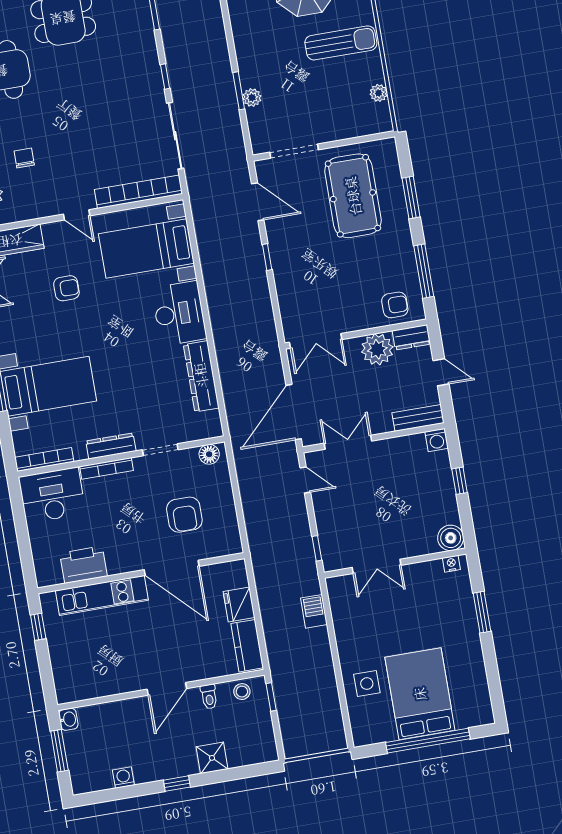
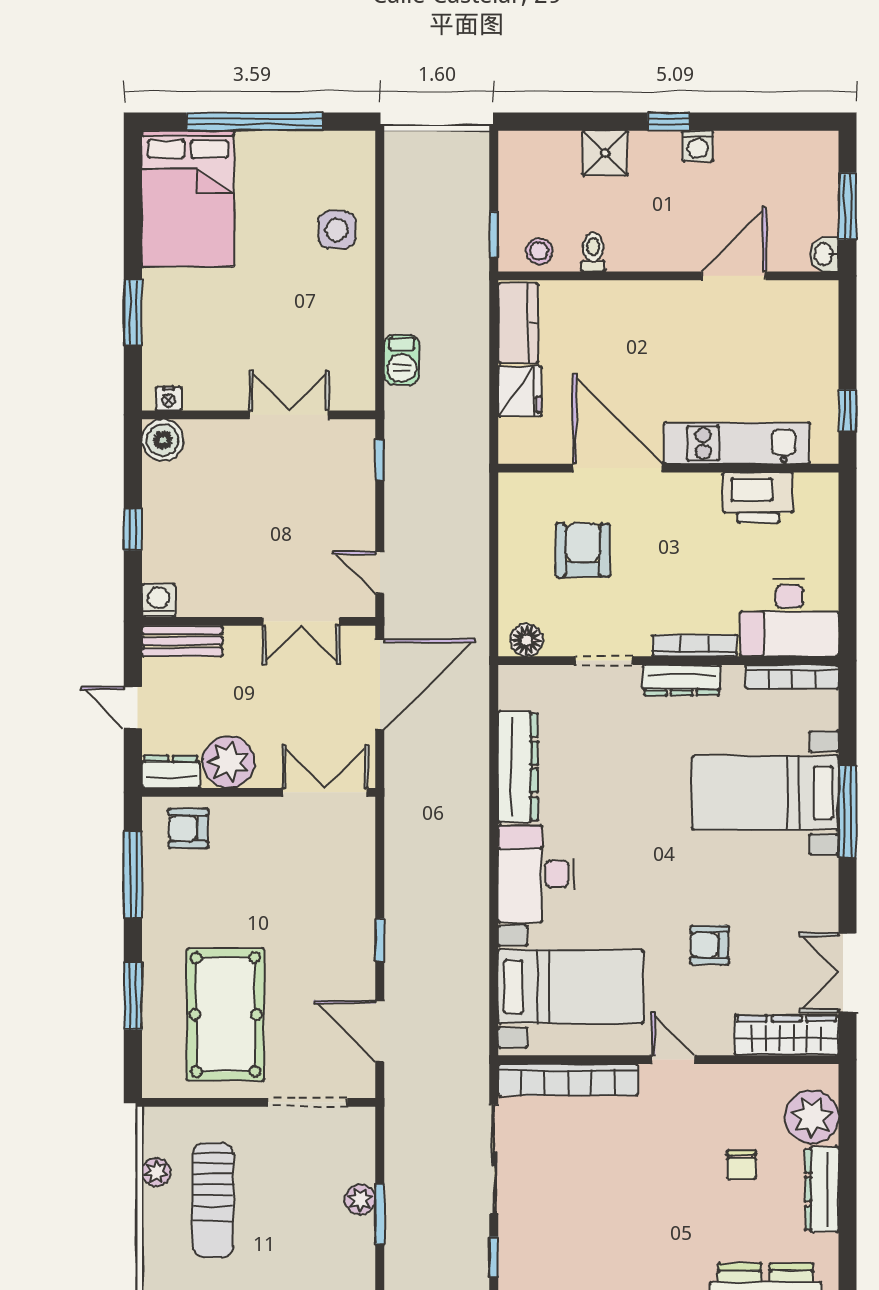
sun lounger: (341, 43) -> (213, 1200), moved, turned -90
door: (167, 689) -> (734, 276), moved
bed: (420, 694) -> (188, 199), moved
washing machine: (123, 777) -> (698, 146), moved

